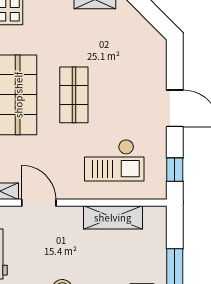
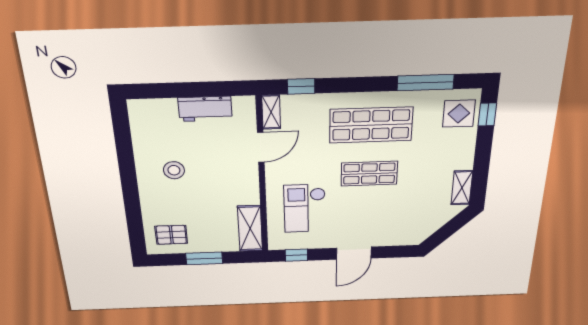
shelving: (113, 217) -> (250, 229), moved

